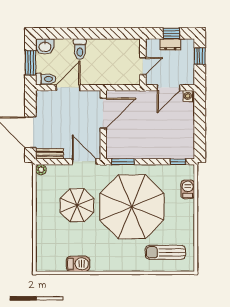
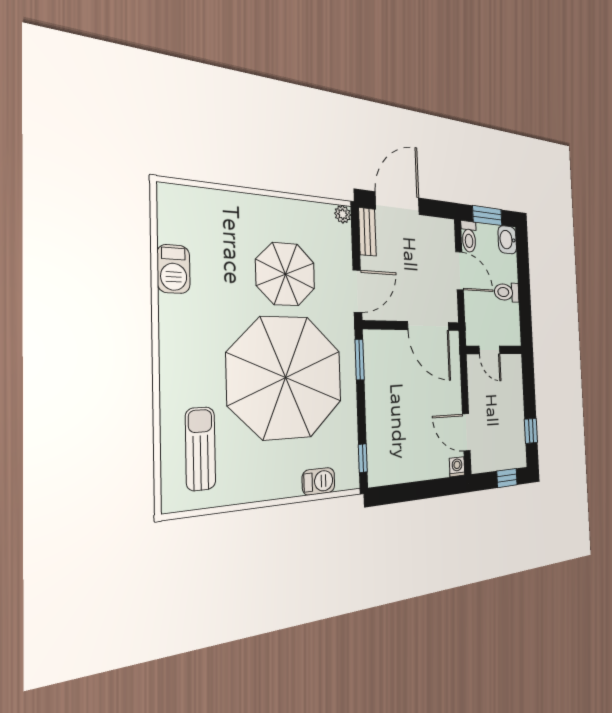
dresser: (170, 44) -> (519, 431), removed
wall: (143, 62) -> (494, 350), moved
door: (143, 66) -> (489, 350), moved

